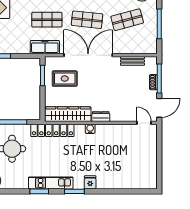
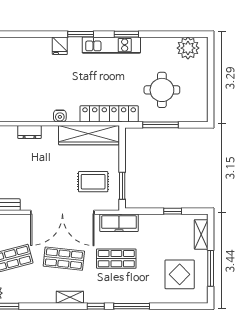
dresser: (101, 117) -> (29, 132), moved

